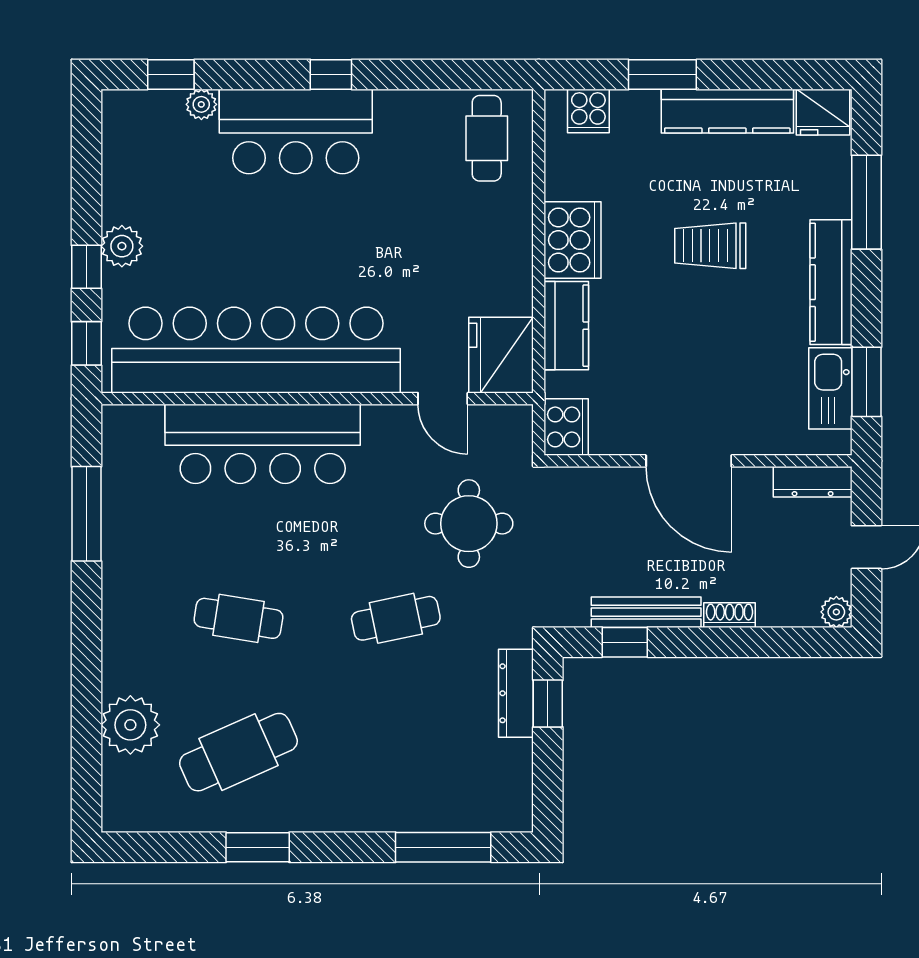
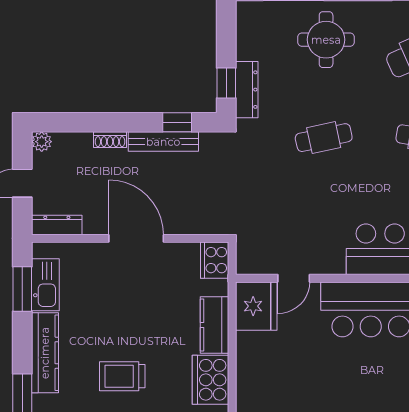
trolley: (710, 246) -> (122, 376), turned 180
door: (443, 399) -> (294, 278), swing flipped
round table: (469, 524) -> (326, 40), moved

